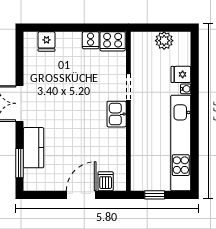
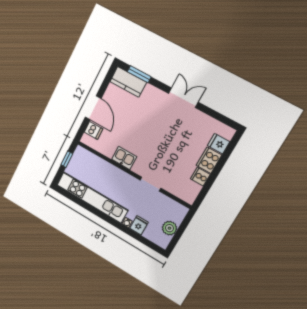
cooker: (113, 41) -> (209, 160), moved
kitchen sink: (117, 114) -> (124, 158), moved
kitchen counter: (34, 148) -> (128, 82), moved

